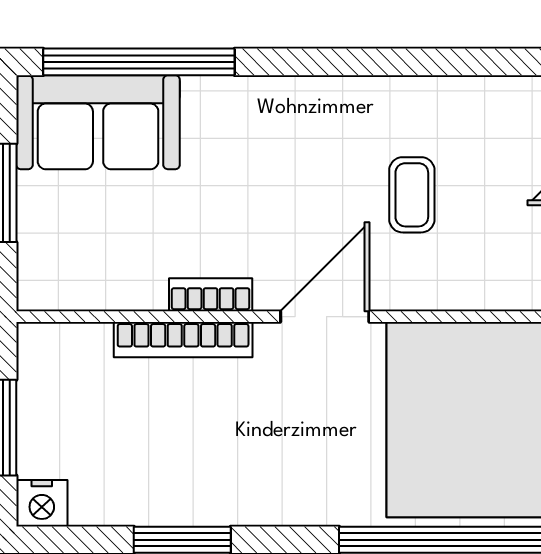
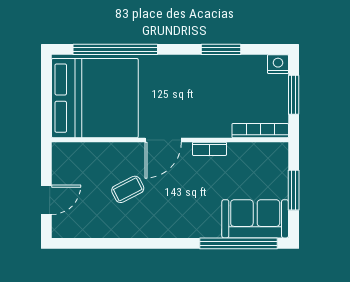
coffee table: (412, 195) -> (128, 189), turned 63
bookcase: (183, 340) -> (260, 131), moved

